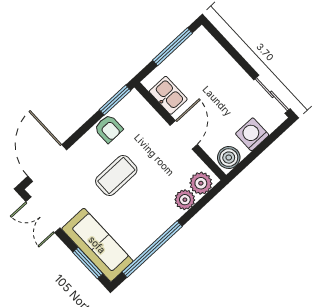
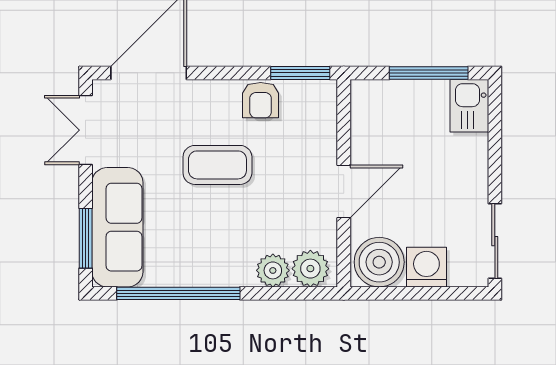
kitchen sink: (168, 95) -> (469, 106), moved, turned 180
boiler: (229, 158) -> (379, 262), width x1.37, depth x1.37

